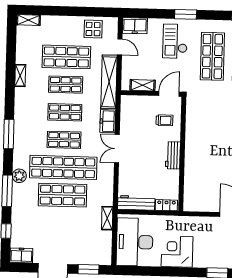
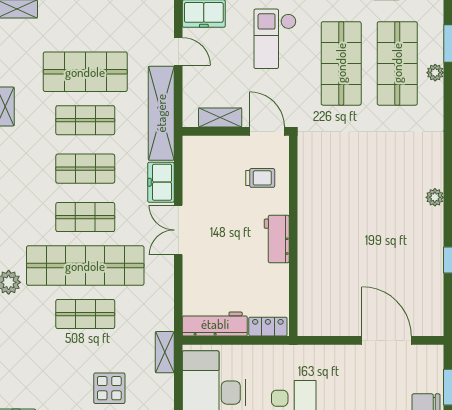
display table: (93, 29) -> (109, 388), moved
door: (169, 94) -> (267, 131), hinge flipped
shop shelf: (63, 195) -> (85, 314), width x0.70, depth x0.74

